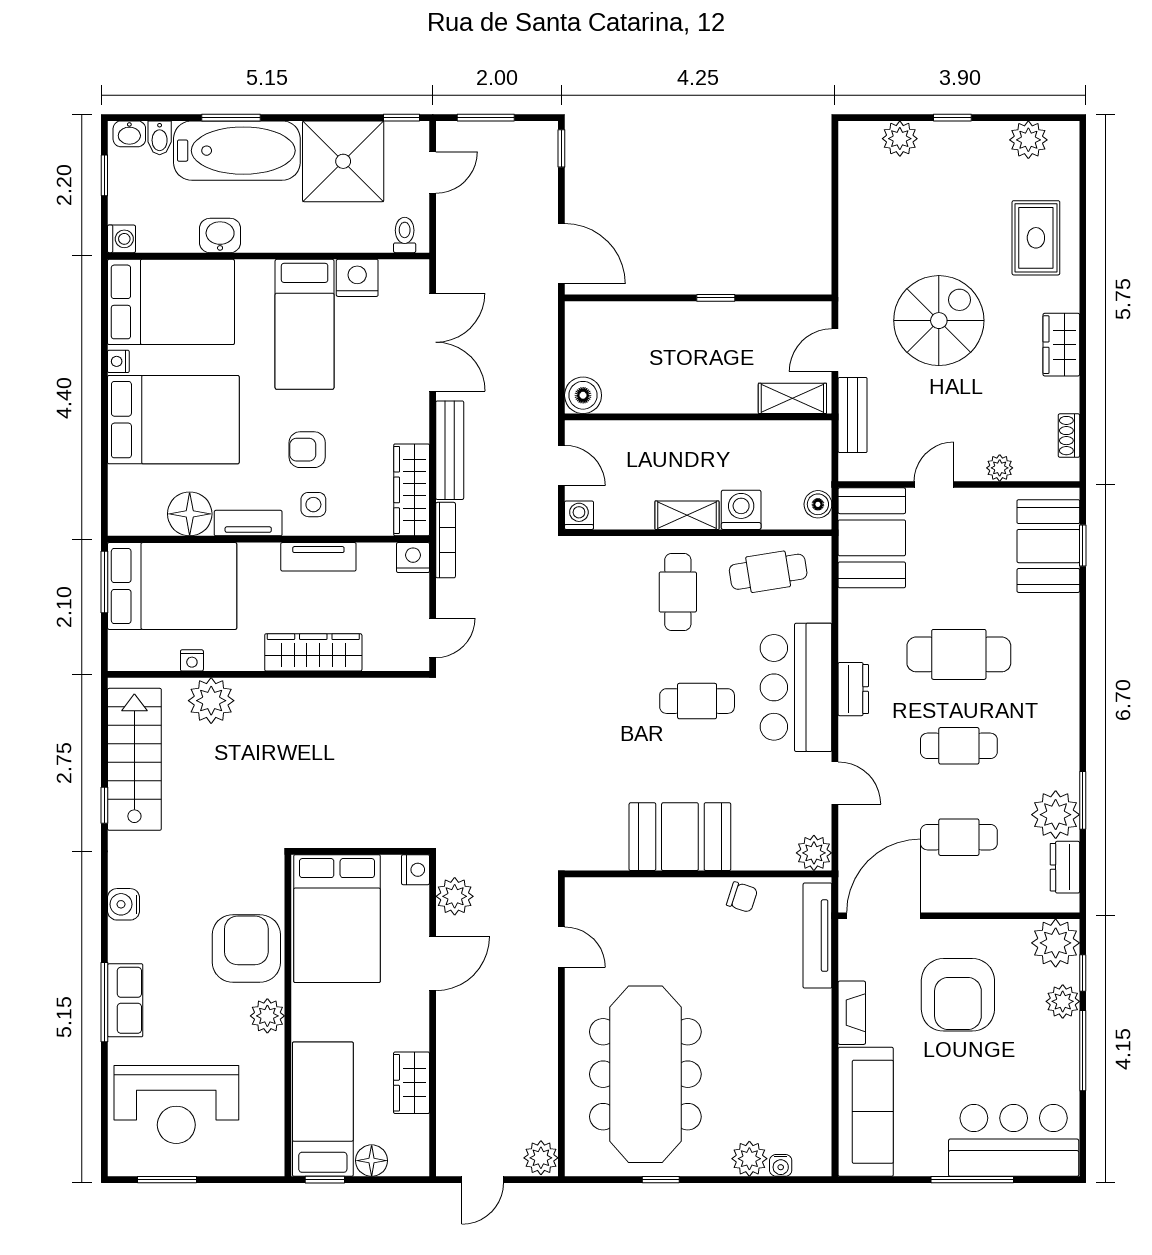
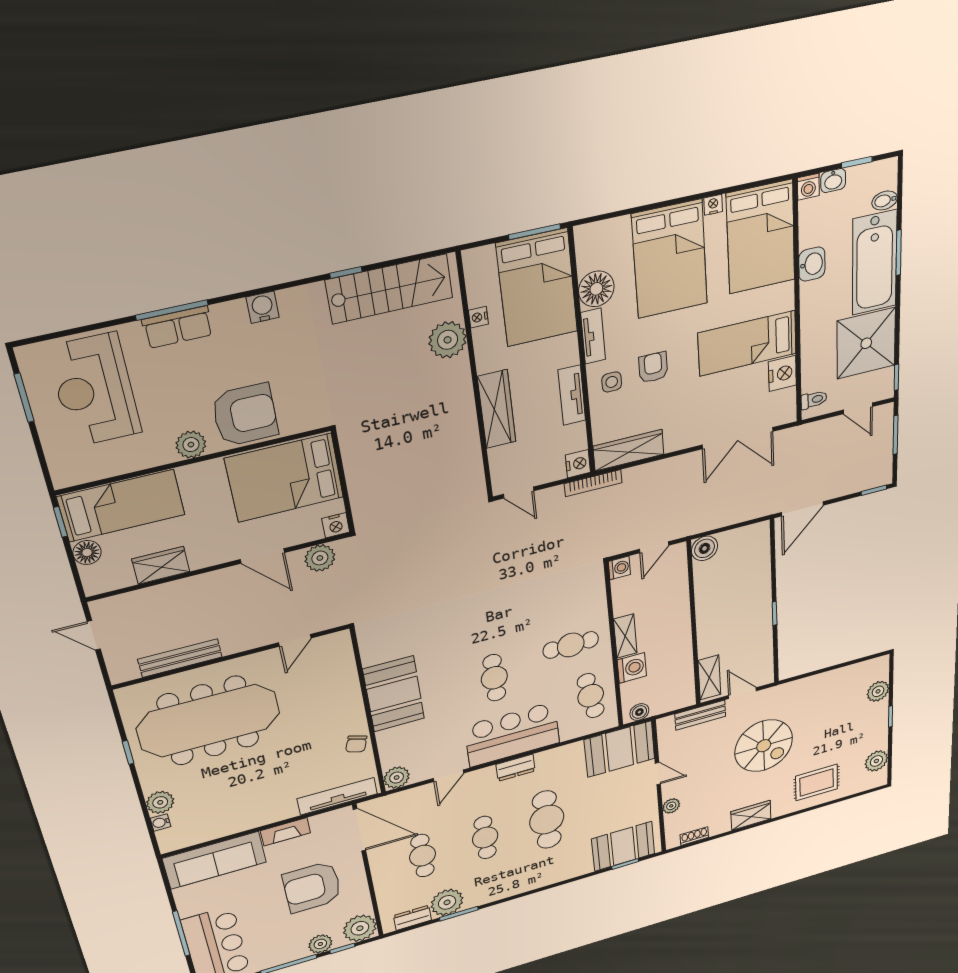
washbasin: (129, 134) -> (833, 181), moved, turned -90
bench: (450, 450) -> (180, 658), moved
plant: (541, 1158) -> (123, 670), removed

